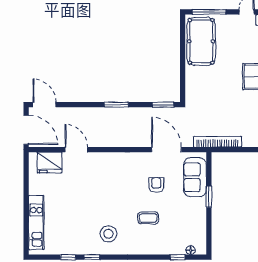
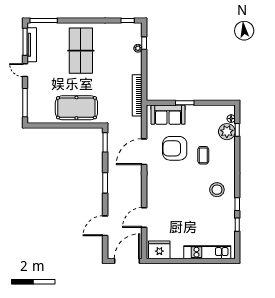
pool table: (201, 41) -> (76, 108), moved
door: (44, 105) -> (105, 226), moved
door: (166, 150) -> (144, 152), moved
fridge: (50, 162) -> (159, 250), moved, turned -90
armchair: (156, 185) -> (175, 148), width x1.88, depth x1.88
plant: (176, 245) -> (227, 132), added

